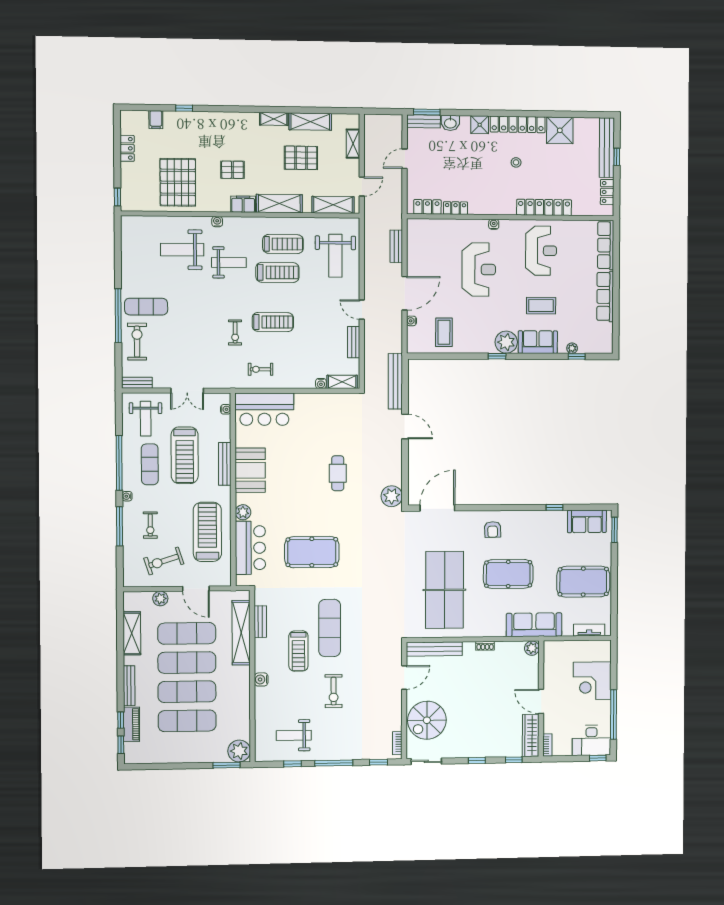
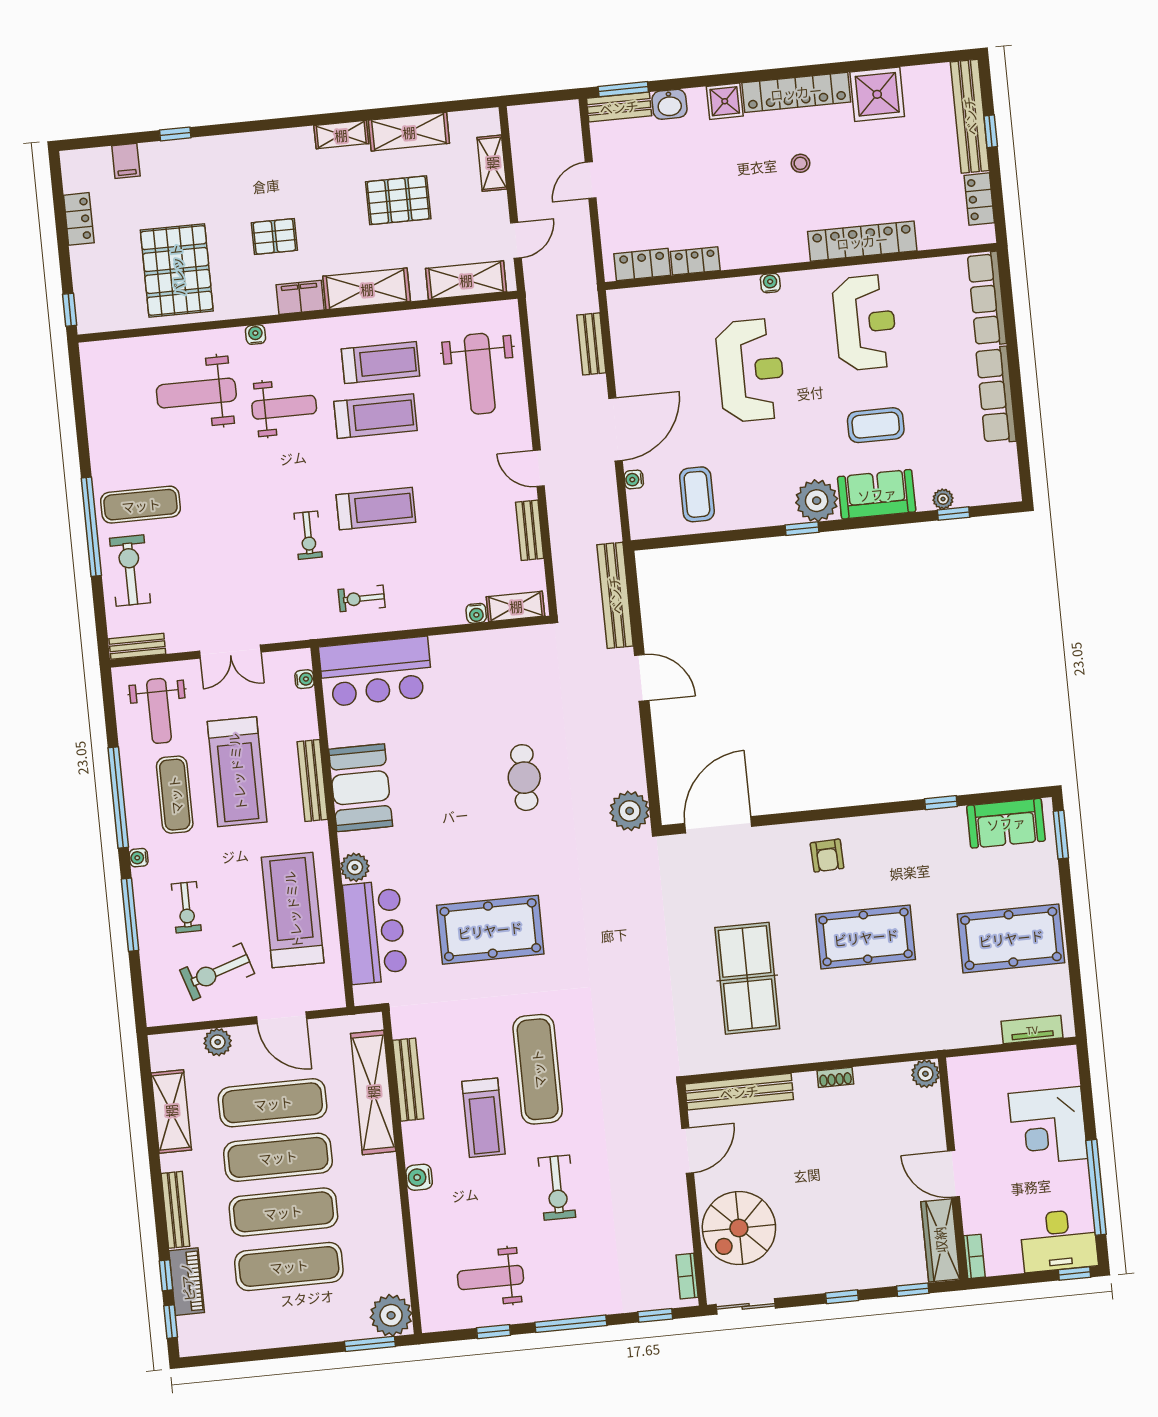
table tennis table: (444, 590) -> (747, 978), width x0.73, depth x0.76
bench: (260, 622) -> (408, 1080), width x1.36
sofa: (534, 625) -> (925, 1029), removed

